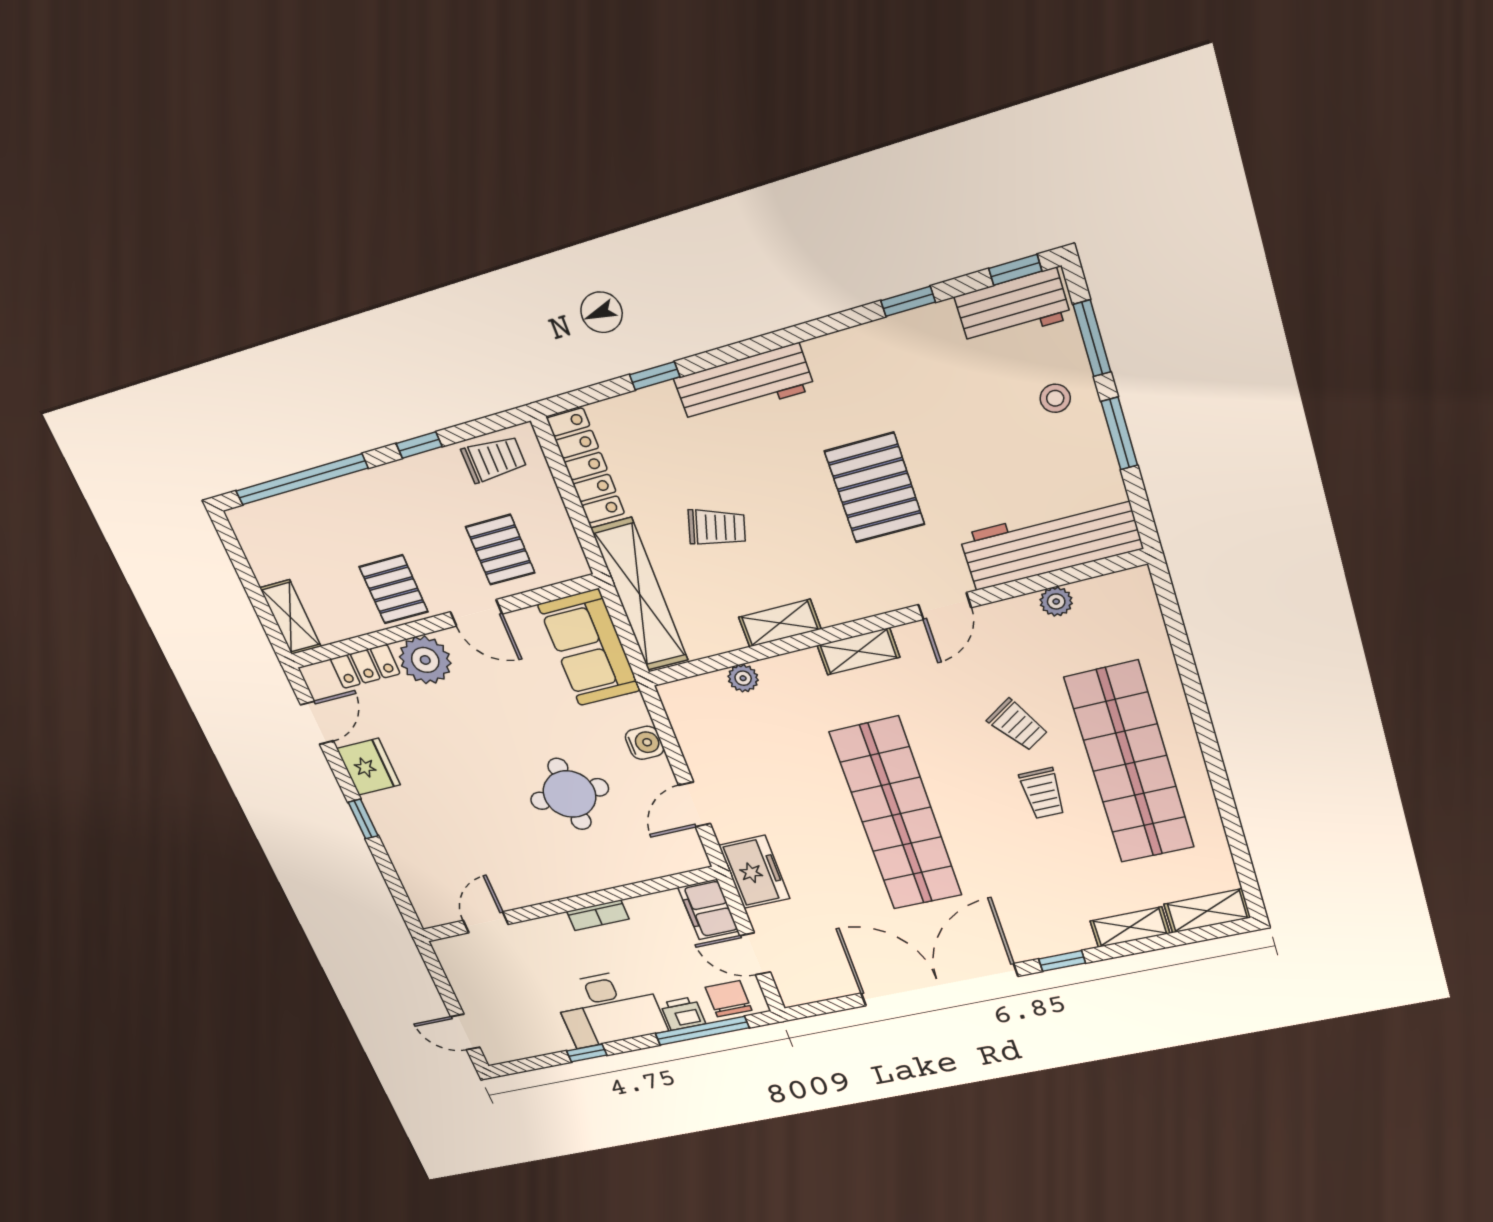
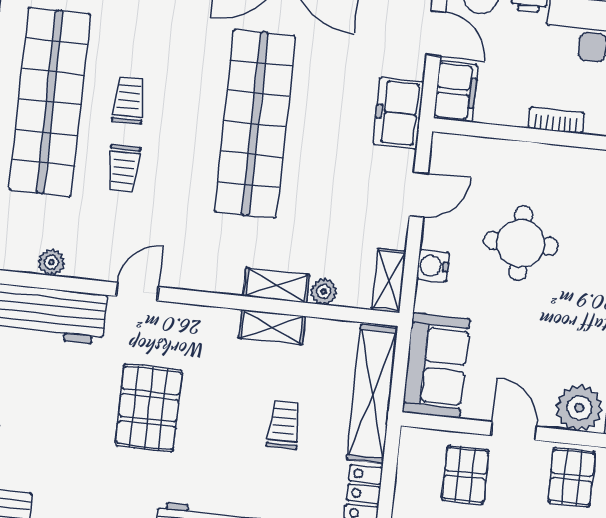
trolley: (717, 527) -> (284, 425), turned 73
shelving: (858, 651) -> (276, 285), moved
shelving: (681, 713) -> (389, 281), added
trolley: (1018, 725) -> (124, 168), turned -147

